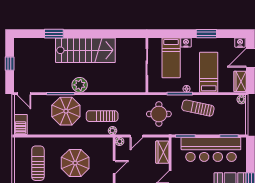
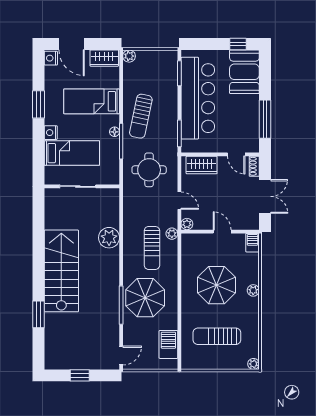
plant: (80, 85) -> (109, 238), moved
barbecue: (20, 124) -> (168, 344), moved, turned -90

